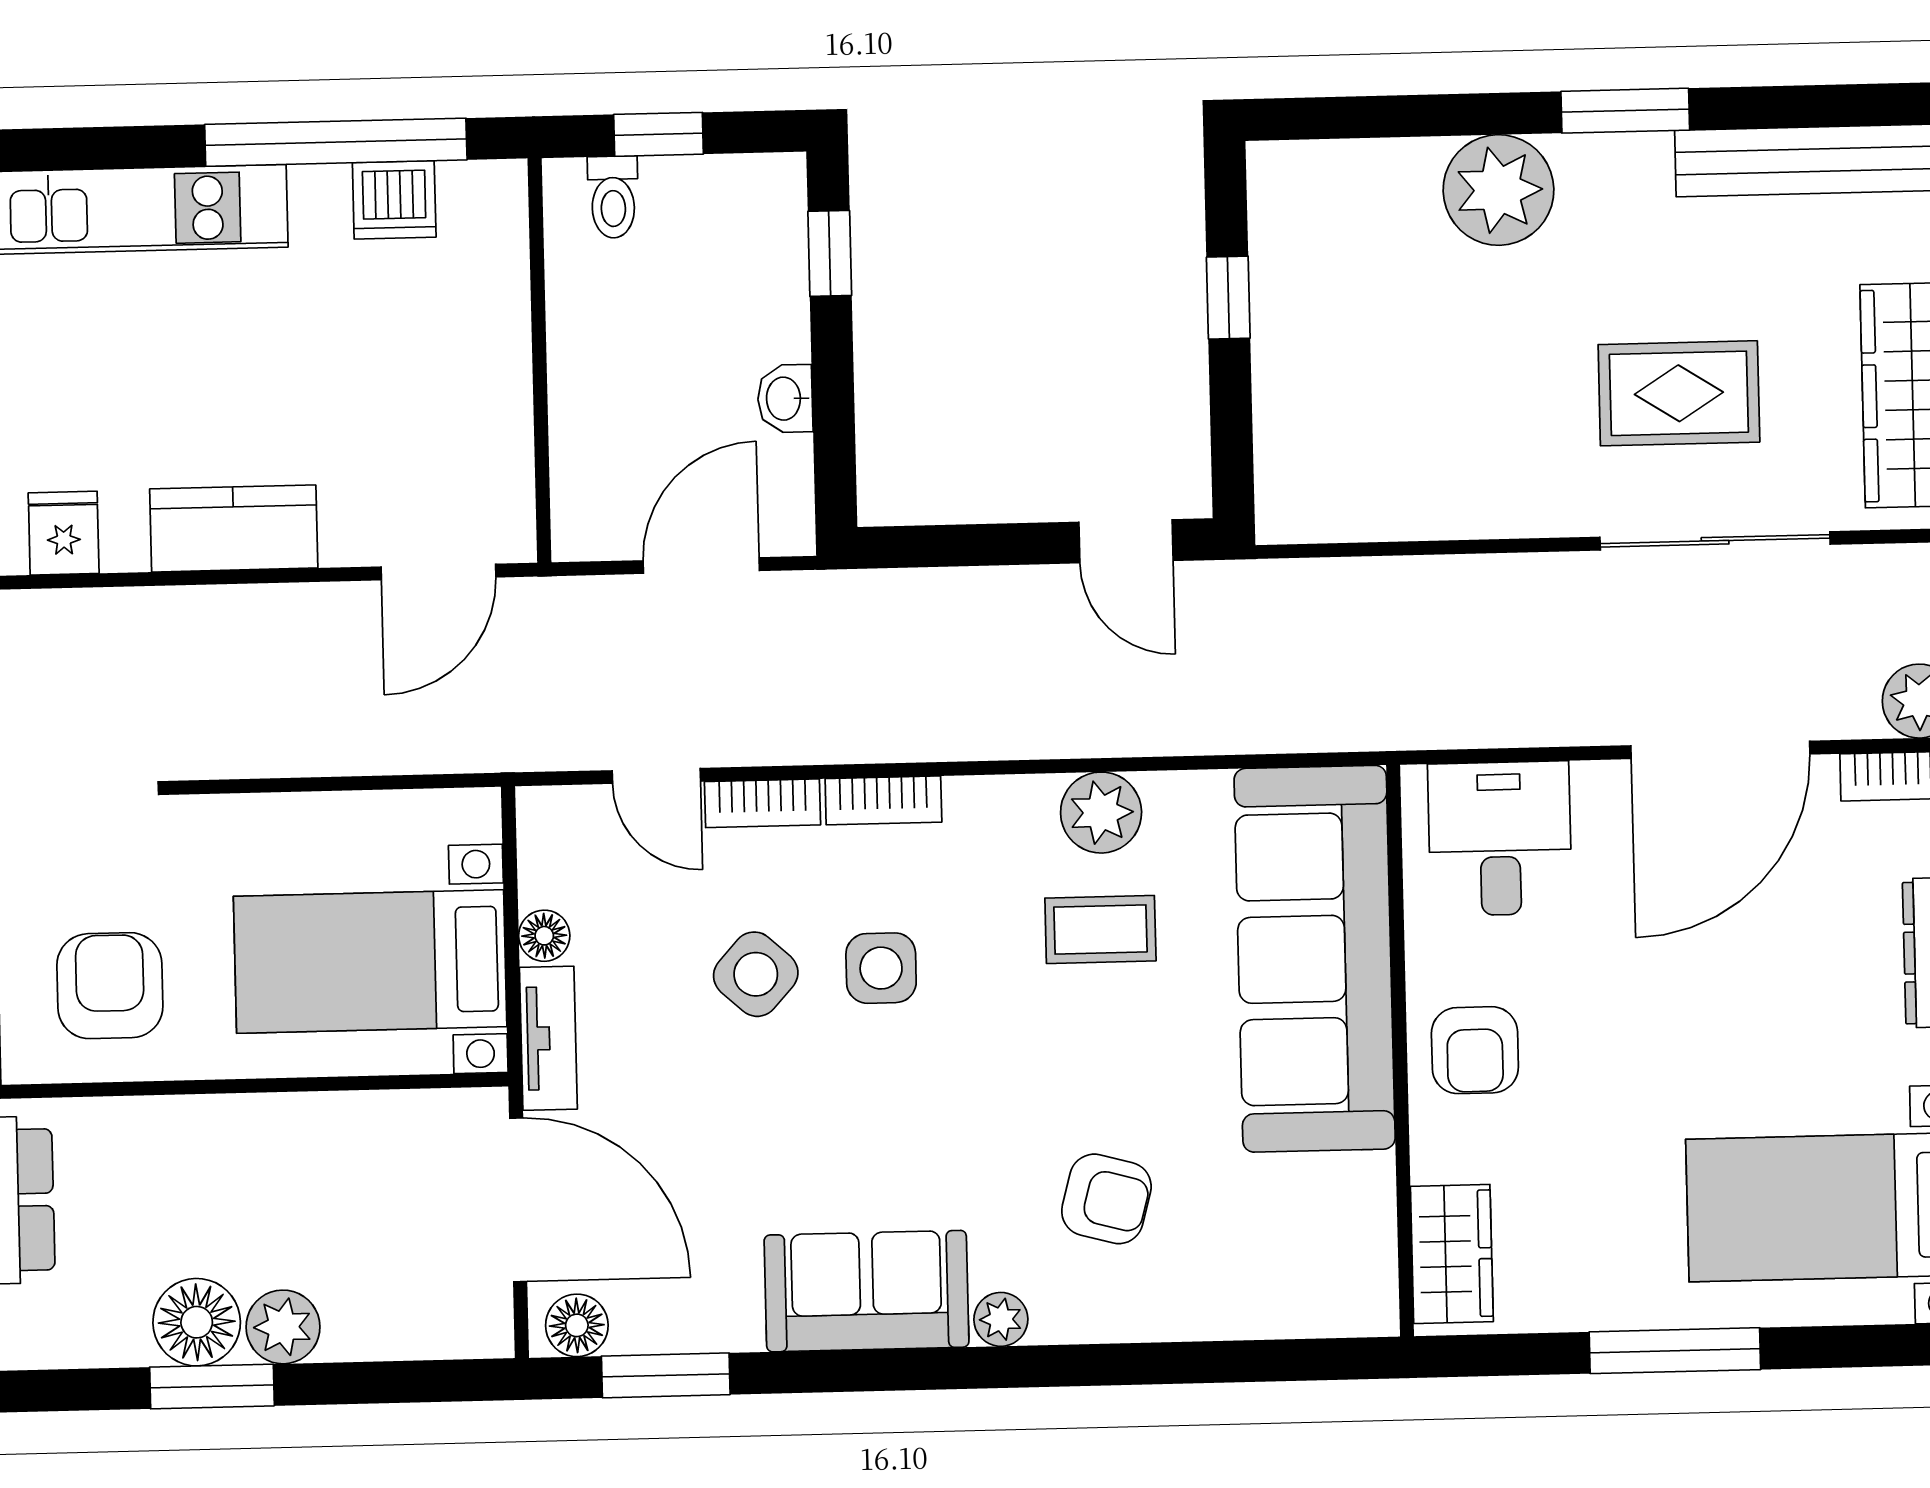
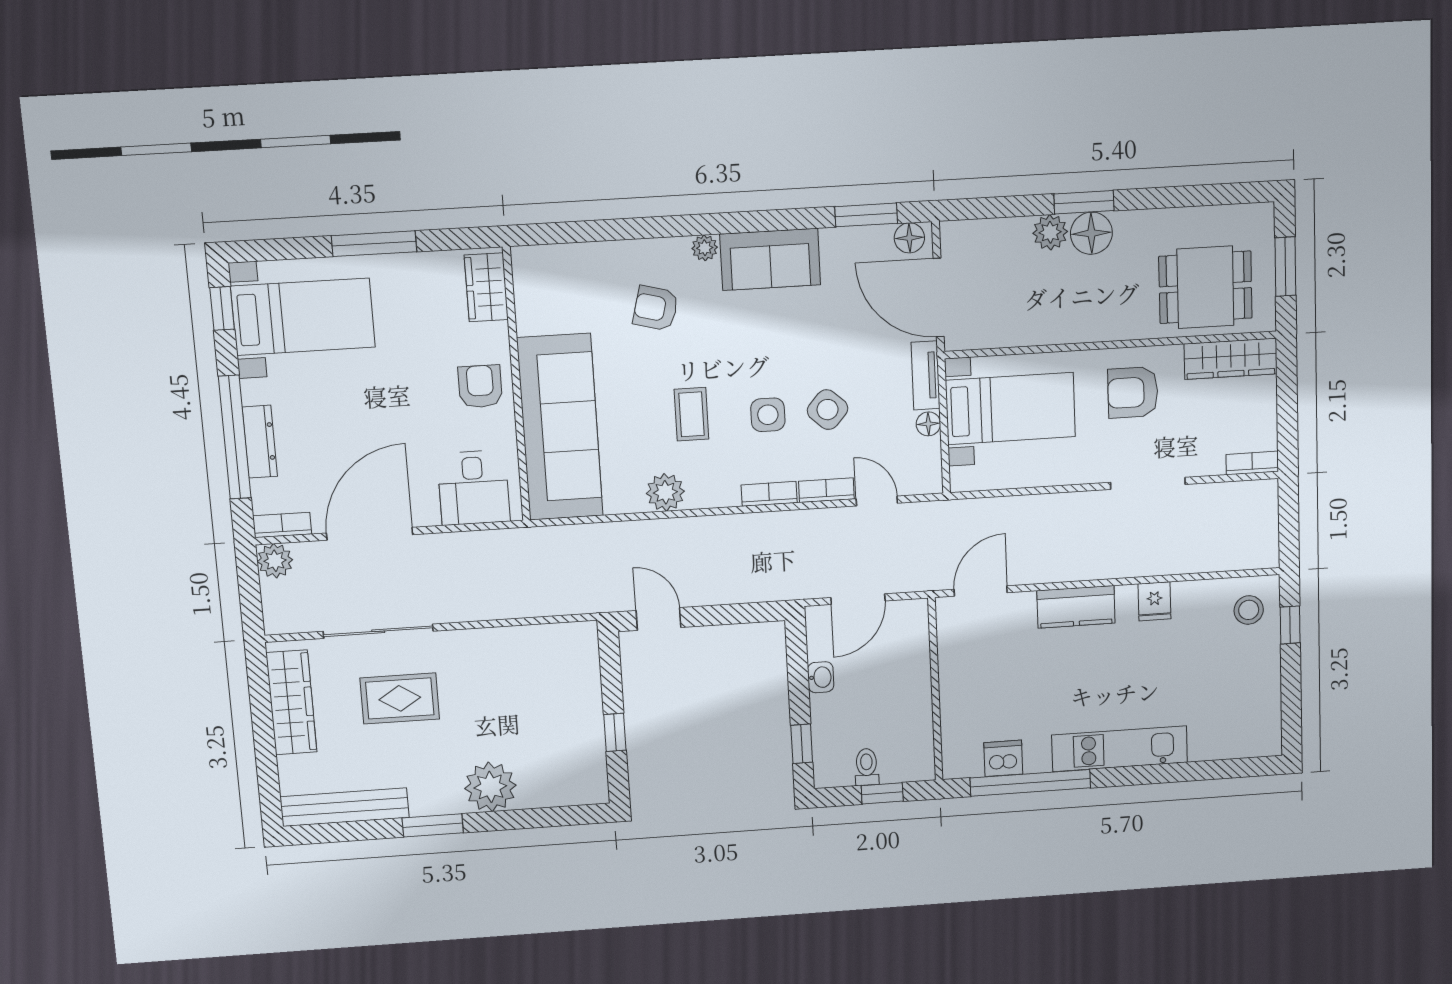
toilet: (613, 197) -> (867, 767), moved
coffee table: (1100, 930) -> (691, 414), moved, turned 90
armchair: (110, 986) -> (1133, 392), turned 90

